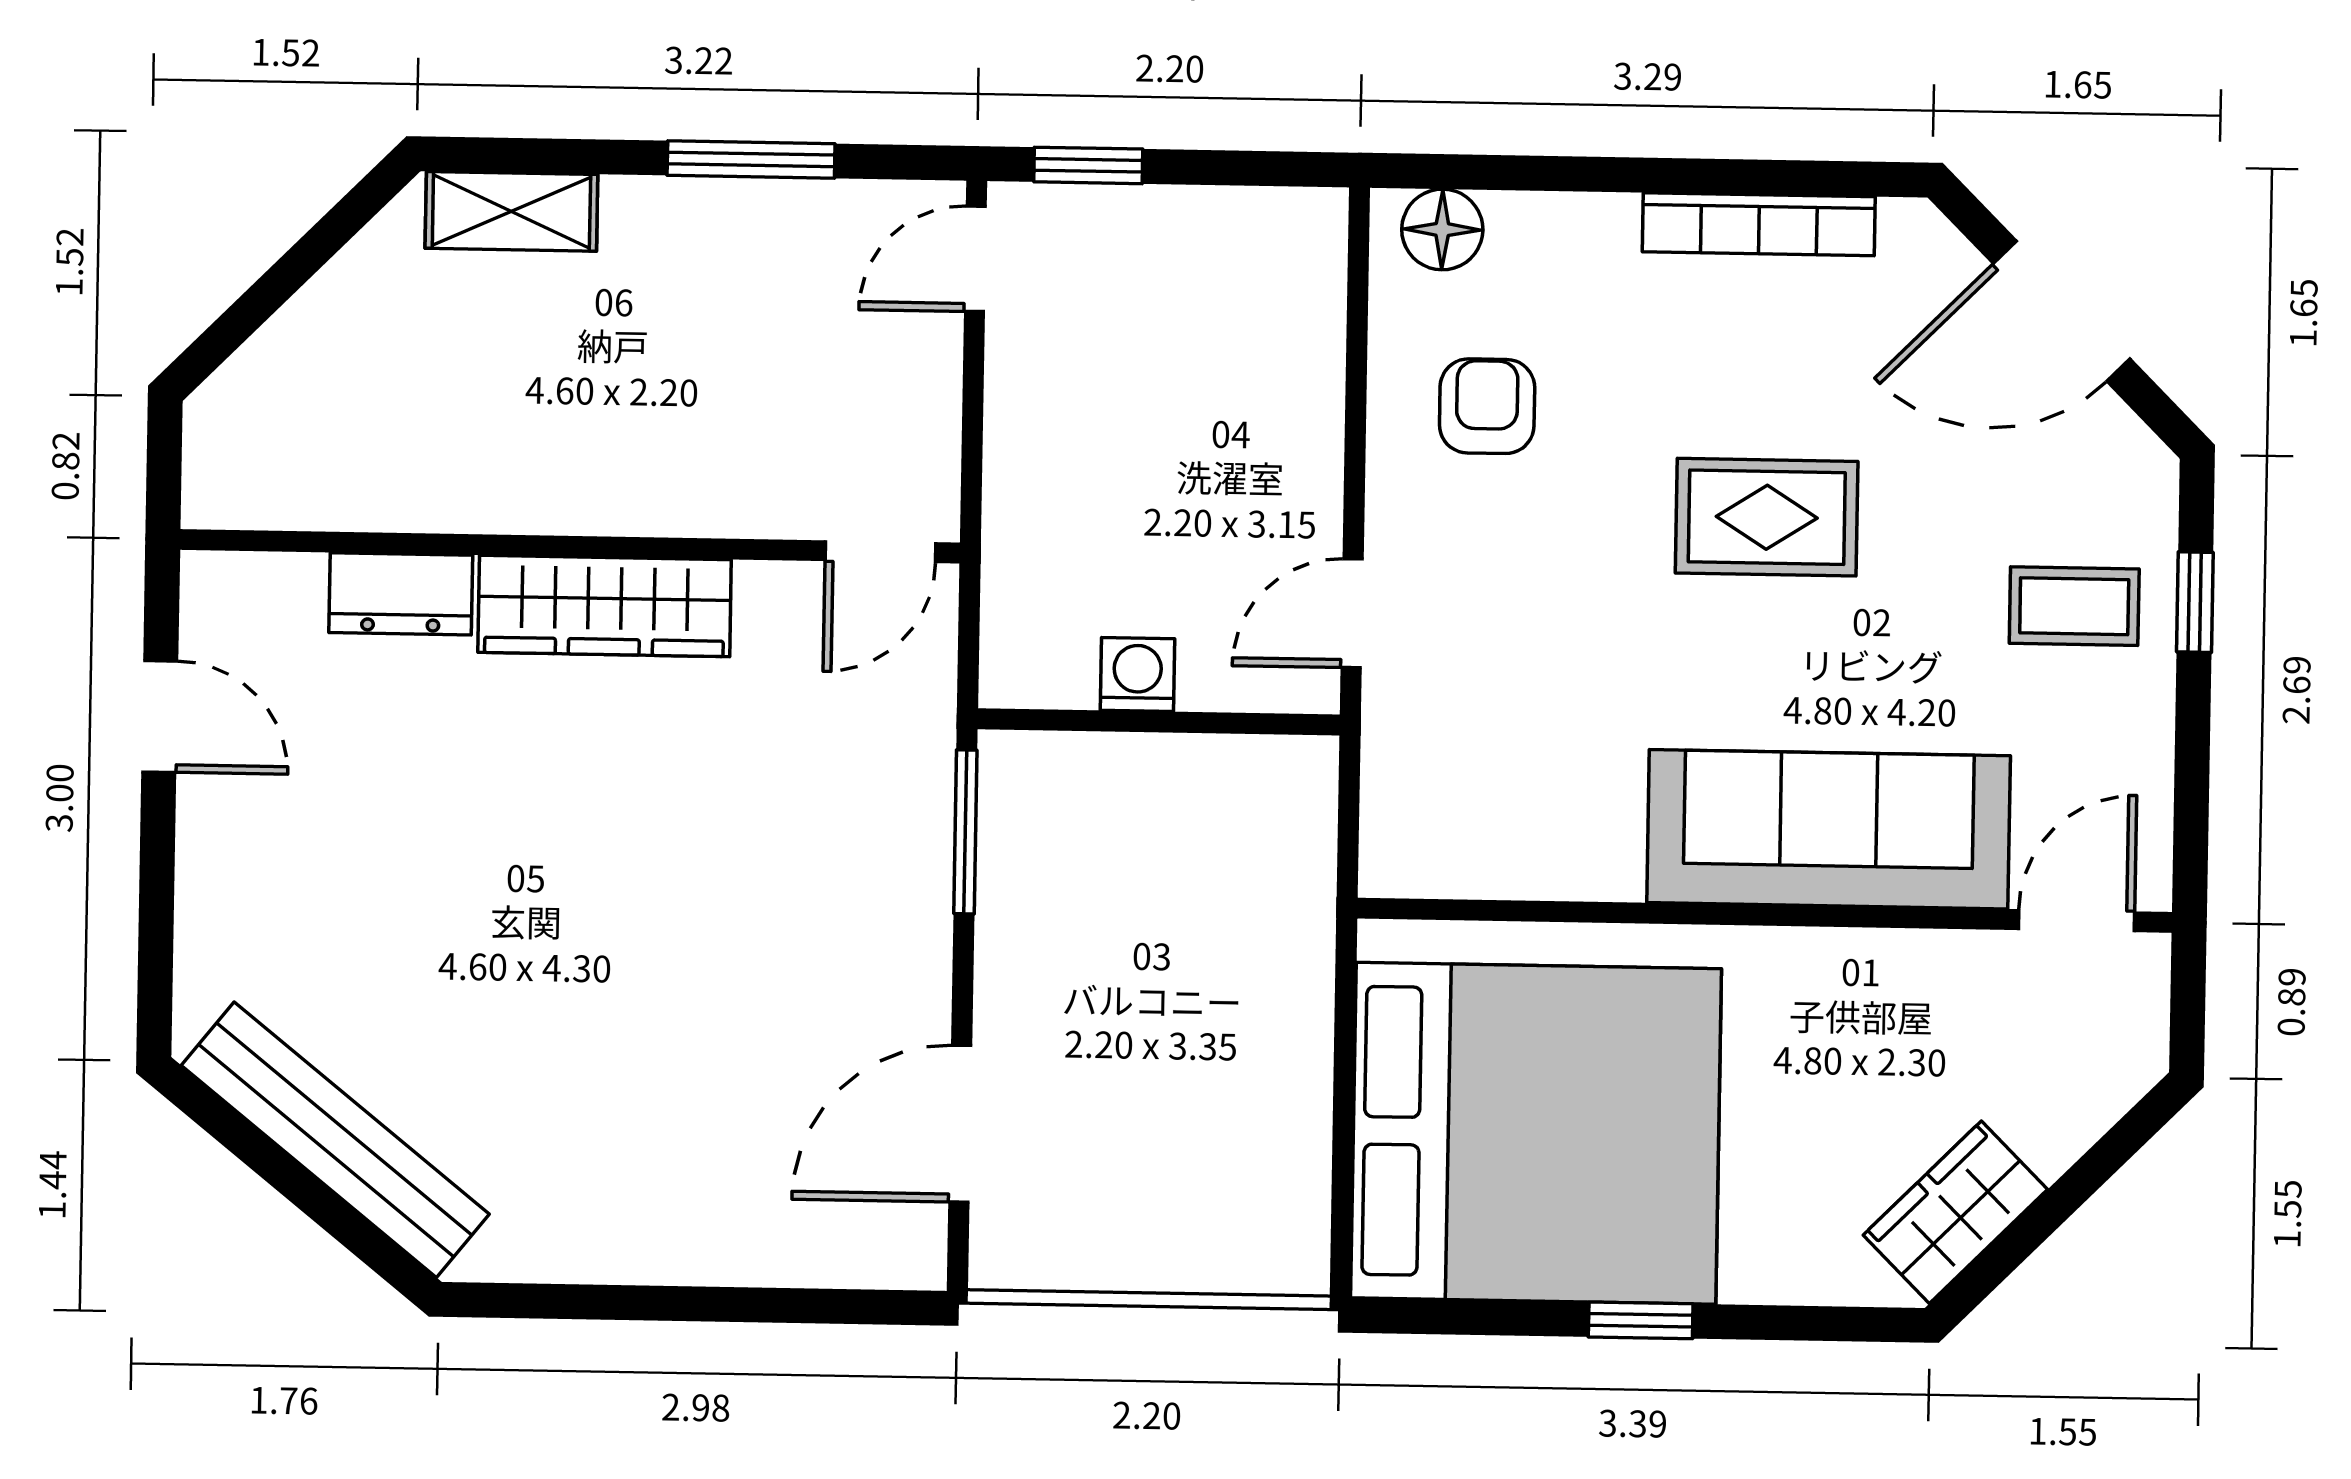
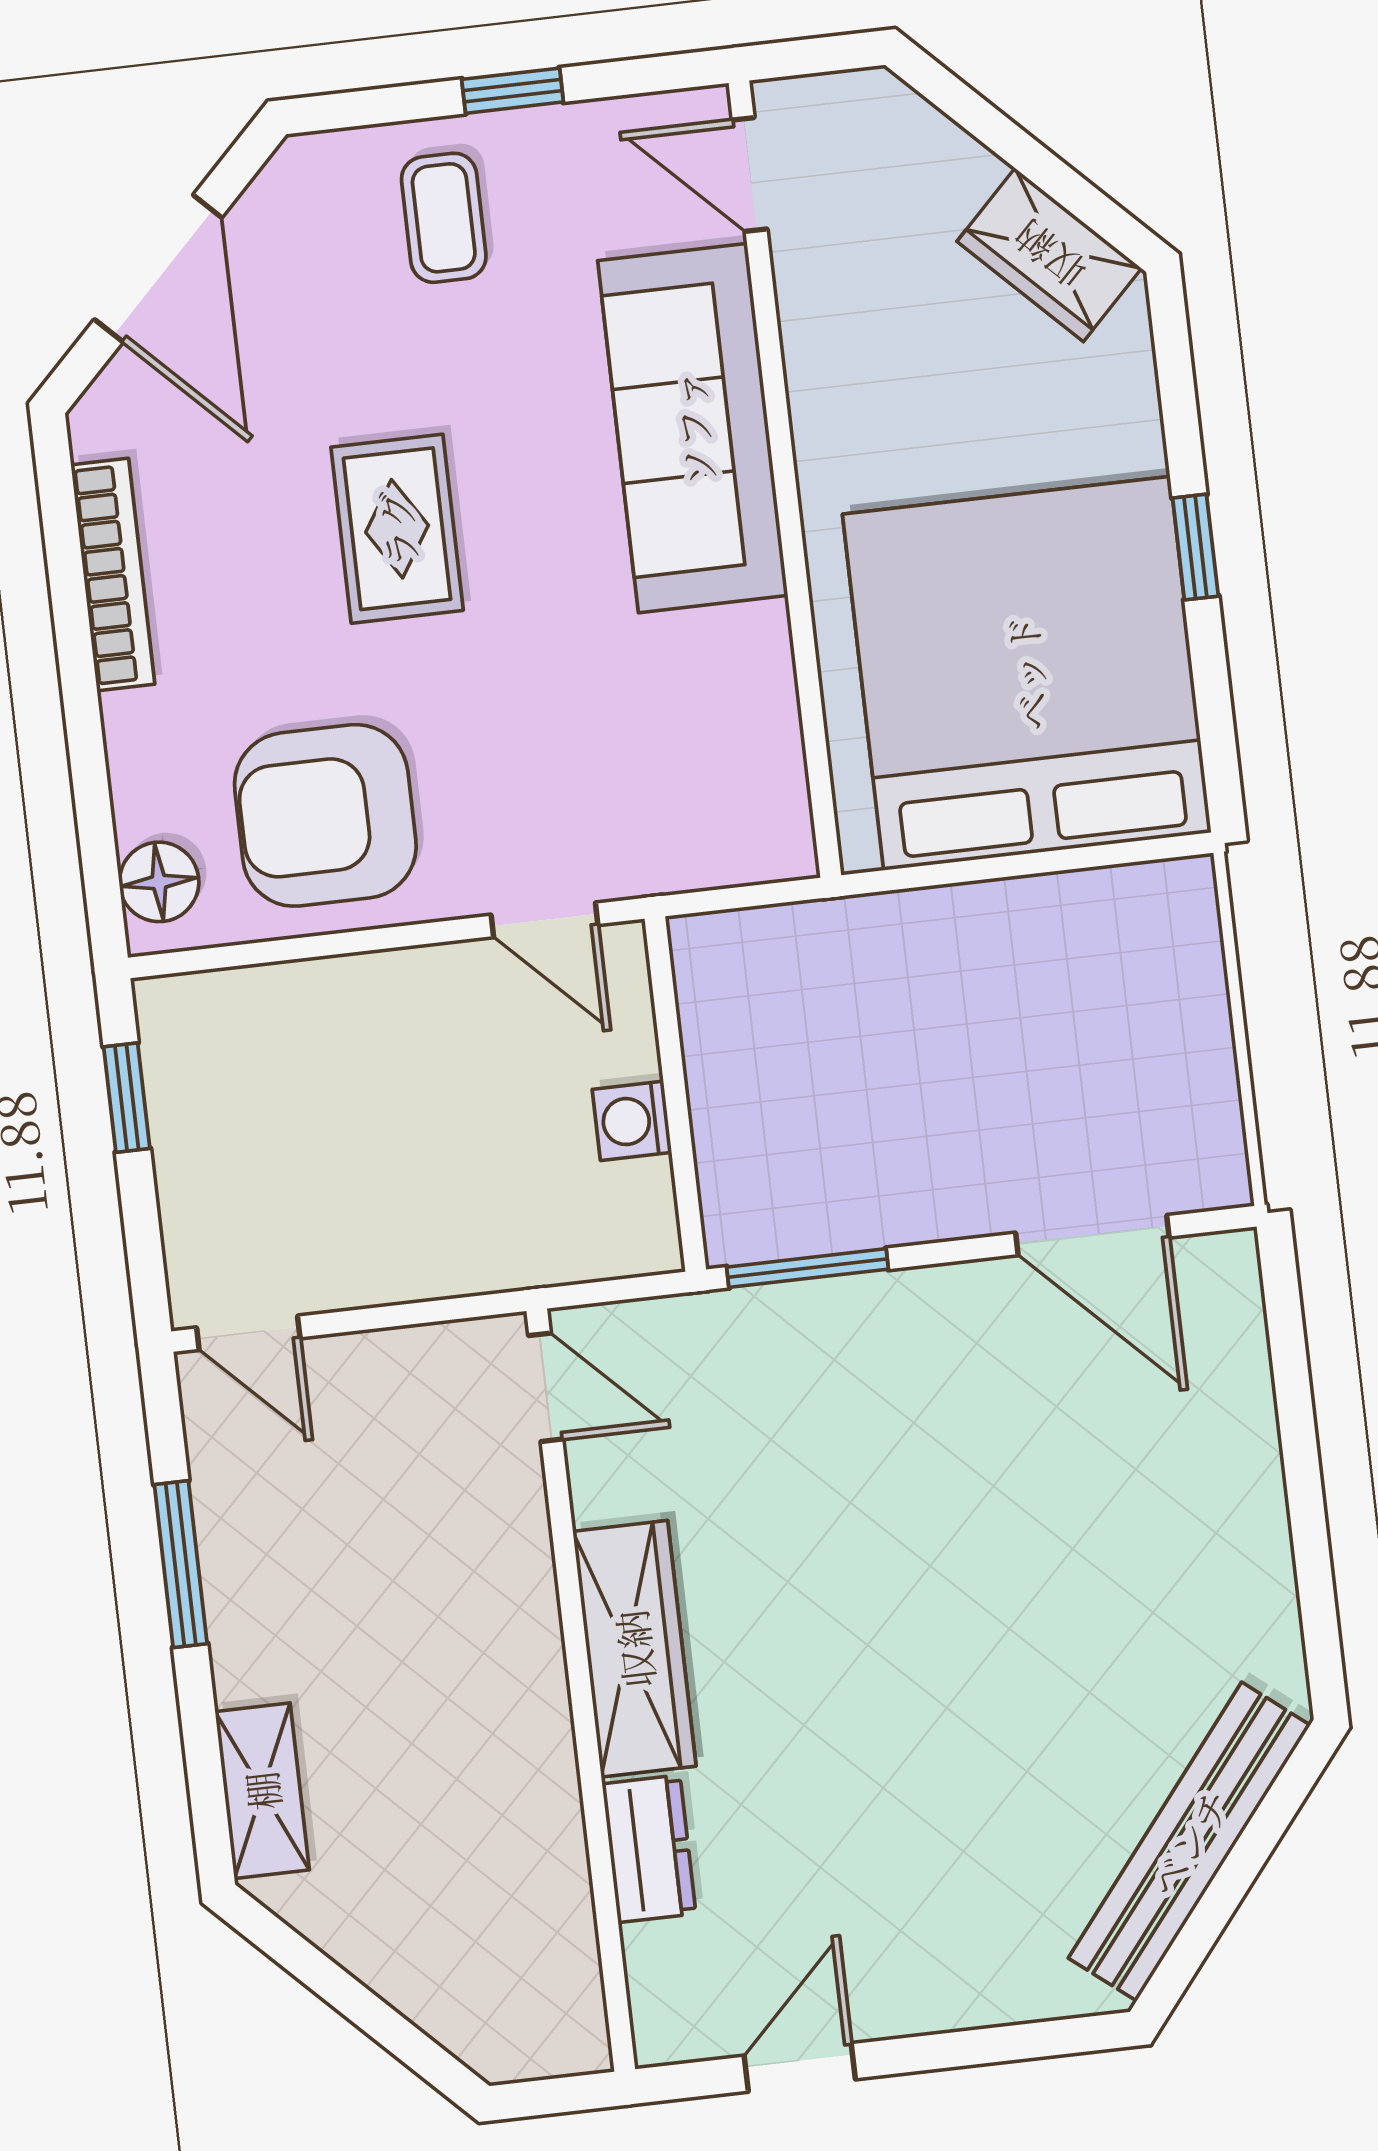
window: (1088, 165) -> (127, 1098), moved
armchair: (1487, 406) -> (325, 815), width x1.88, depth x1.88
window: (2195, 602) -> (513, 91), moved

